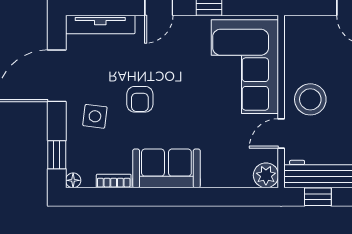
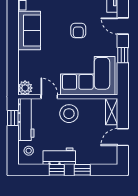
shelving: (307, 25) -> (112, 112), added
armchair: (140, 99) -> (78, 30), moved, turned -90

